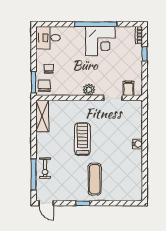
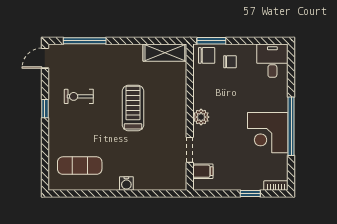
treadmill: (82, 139) -> (133, 108), turned -90
exercise bike: (45, 168) -> (79, 96), moved
exercise mat: (95, 179) -> (80, 166), moved

